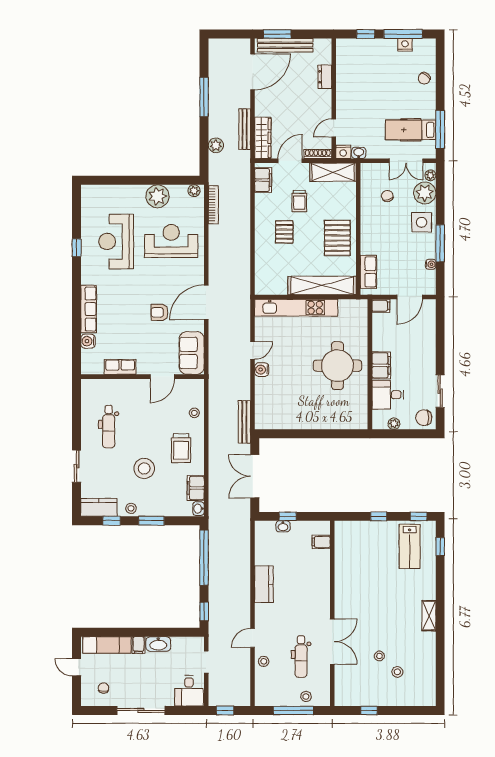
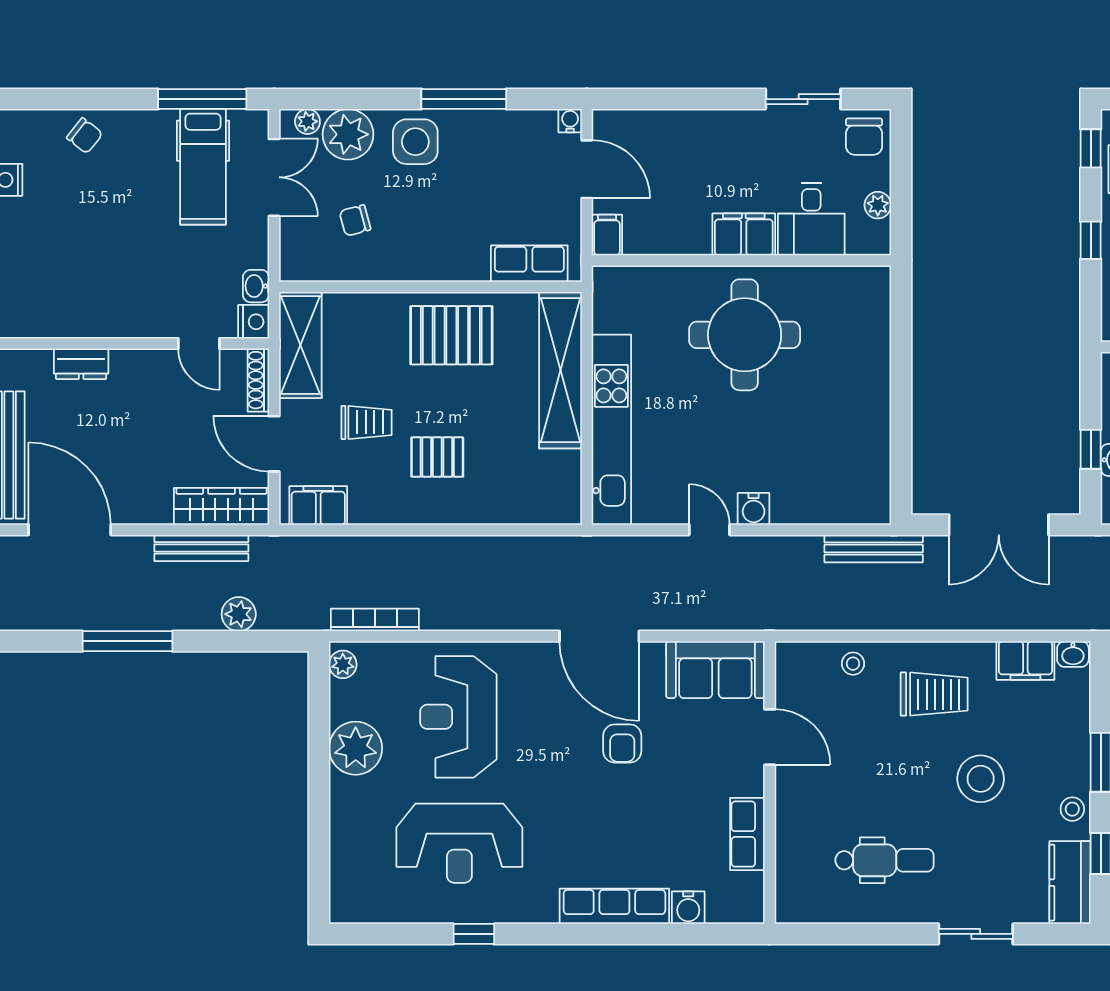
water cooler: (431, 264) -> (570, 121), moved

